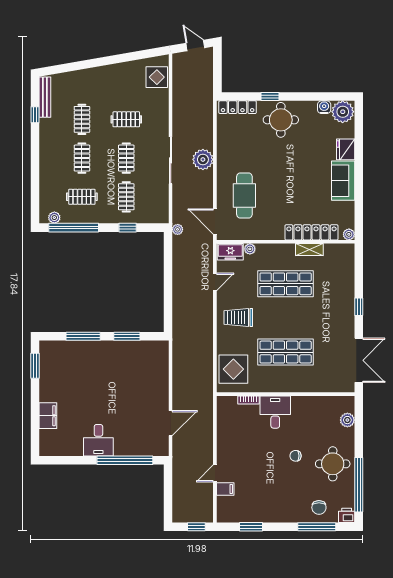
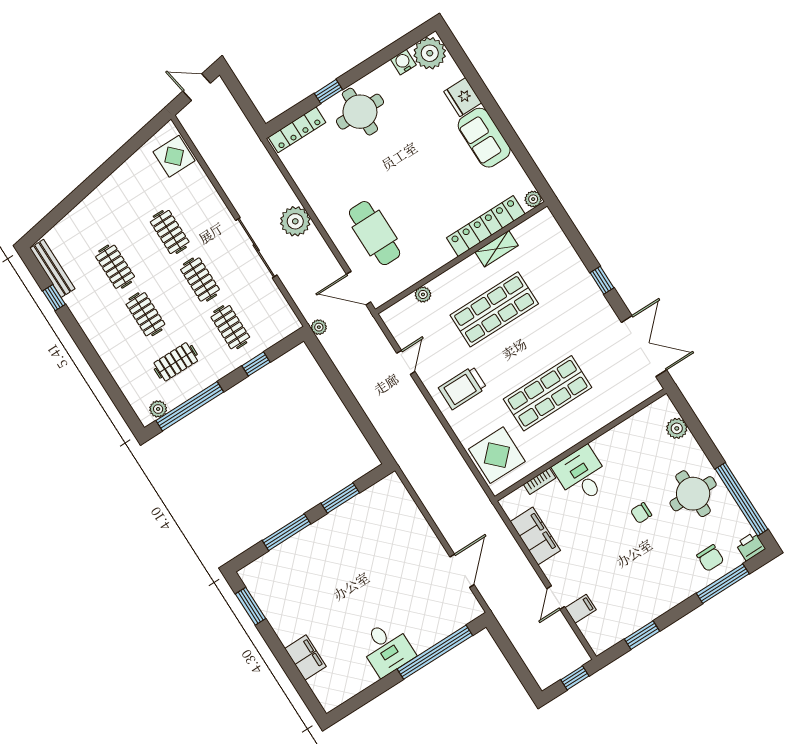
clothes rail: (126, 119) -> (170, 232), turned 90
freezer: (230, 252) -> (401, 313), removed
filing cabinet: (226, 430) -> (535, 536), added

